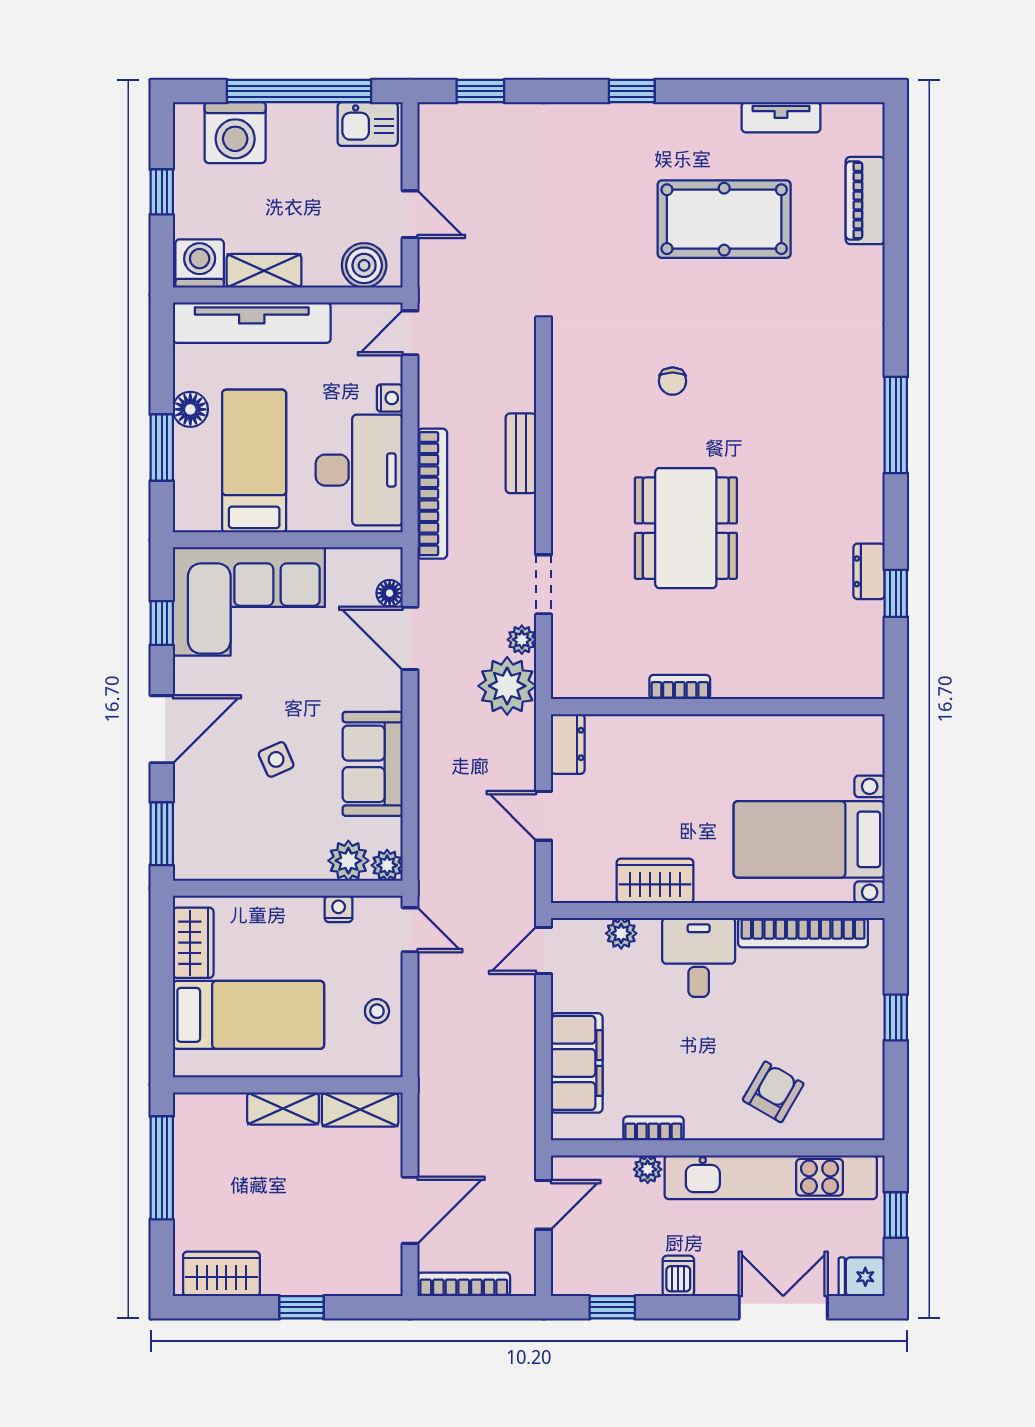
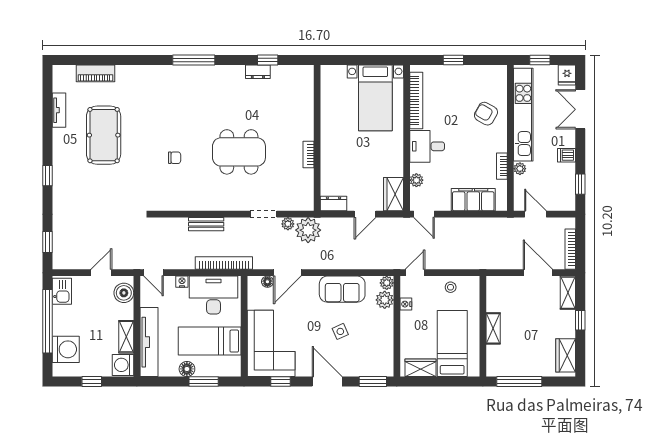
wardrobe: (655, 881) -> (394, 194), moved
shelving: (360, 1109) -> (568, 293), moved

